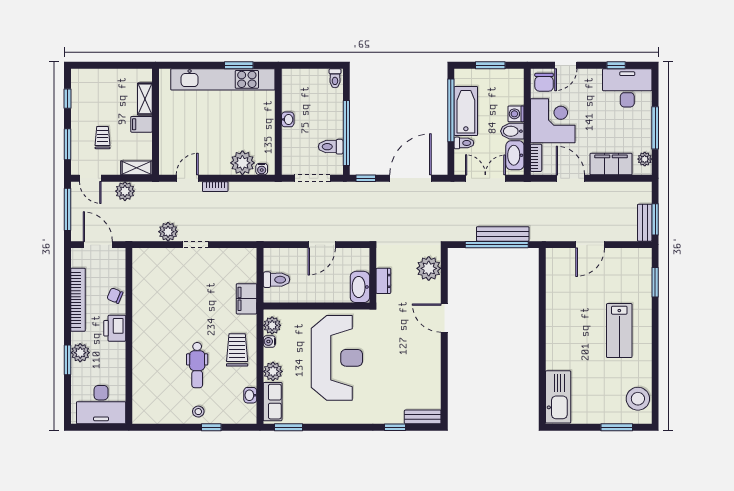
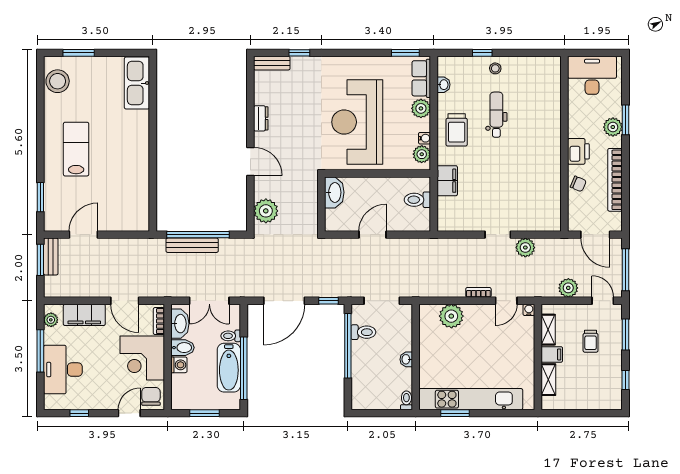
toilet: (335, 78) -> (406, 400), moved
desk: (627, 88) -> (63, 370), moved, turned 90
shelving: (137, 168) -> (548, 330), moved, turned 90
water cooler: (262, 169) -> (529, 310), moved
door: (590, 245) -> (83, 235), moved
dresser: (383, 281) -> (261, 118), moved, turned 180

